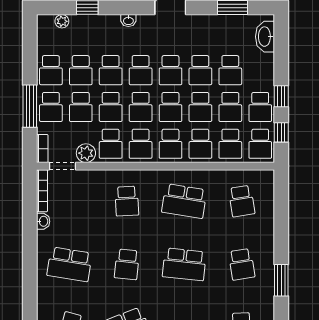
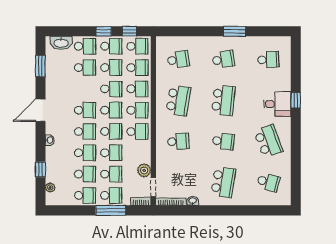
school desk: (200, 70) -> (85, 46), moved
school desk: (111, 144) -> (137, 153), removed

